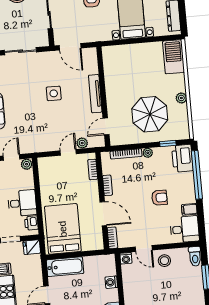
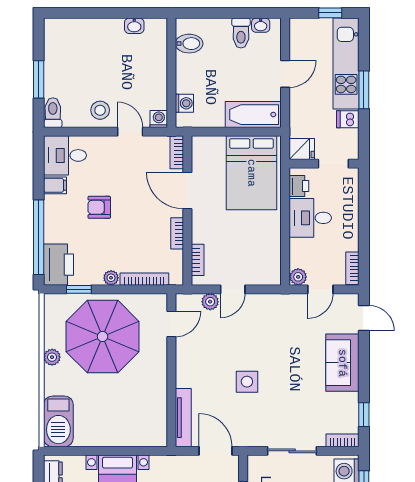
tv unit: (95, 94) -> (183, 418), moved
parasol: (150, 114) -> (103, 337), width x1.36, depth x1.36
washing machine: (111, 282) -> (184, 103), moved

